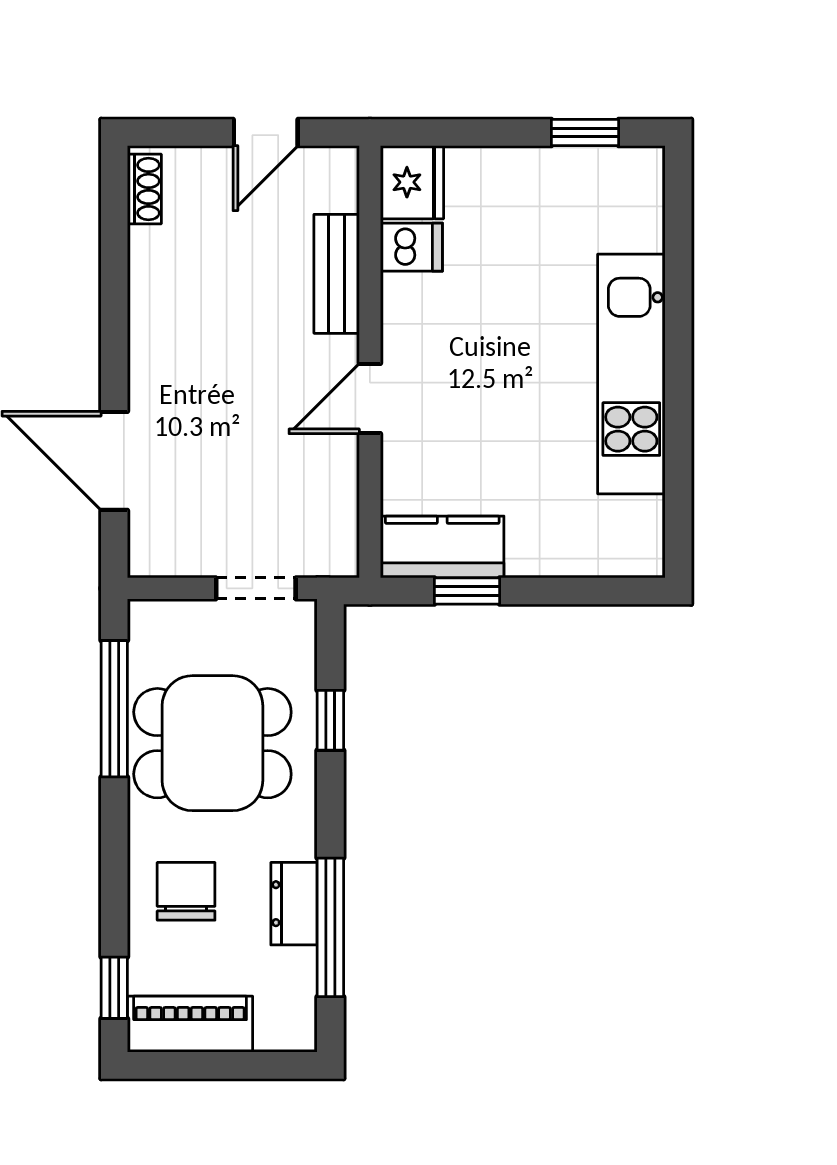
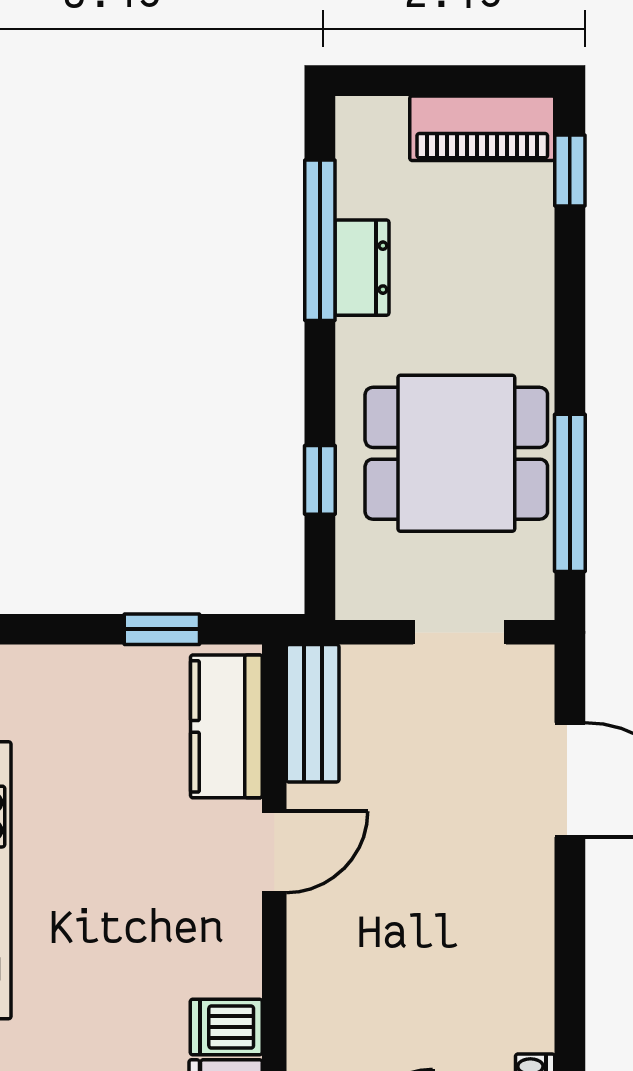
bench: (337, 274) -> (313, 713), moved
kitchen counter: (442, 547) -> (226, 726), moved, turned 90
doorway: (256, 588) -> (460, 632), moved
chair: (186, 891) -> (487, 282), removed

